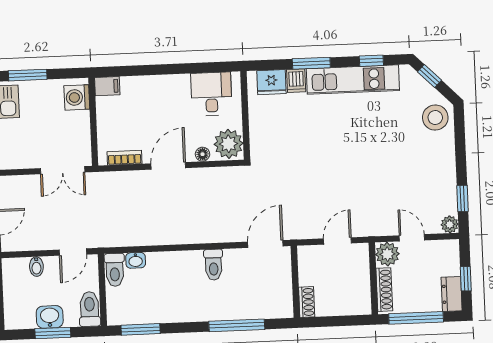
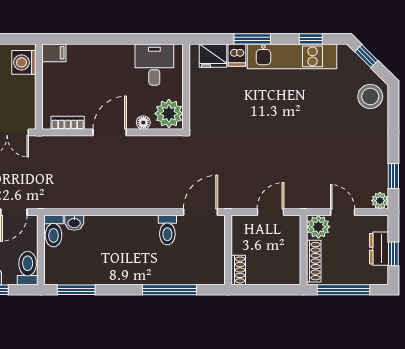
toilet: (213, 265) -> (167, 230), moved
dresser: (452, 294) -> (379, 249), moved

